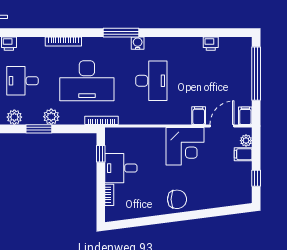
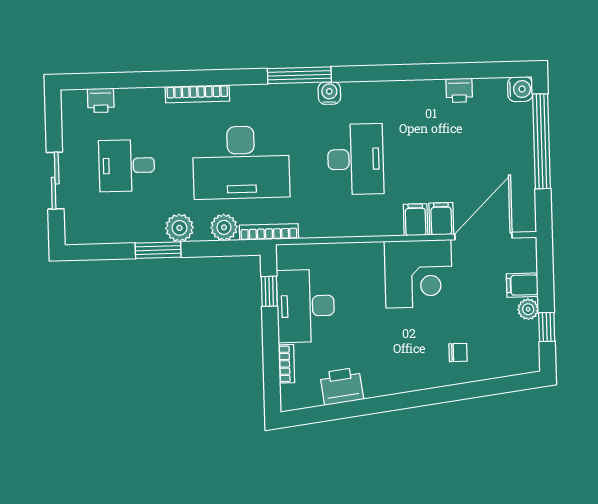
water cooler: (245, 44) -> (520, 89), added
filing cabinet: (245, 116) -> (416, 220), moved
plant: (14, 117) -> (224, 227), moved
door: (222, 126) -> (483, 236), width x1.36
plant: (246, 141) -> (528, 309), moved
desk: (121, 168) -> (306, 306), width x1.37
chair: (177, 199) -> (458, 352), moved, width x0.54, depth x0.54
printer: (140, 208) -> (342, 386), added

